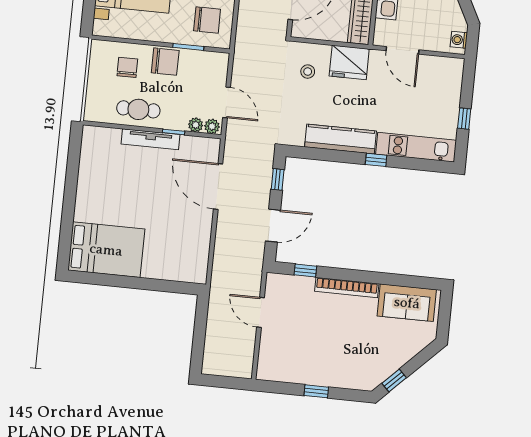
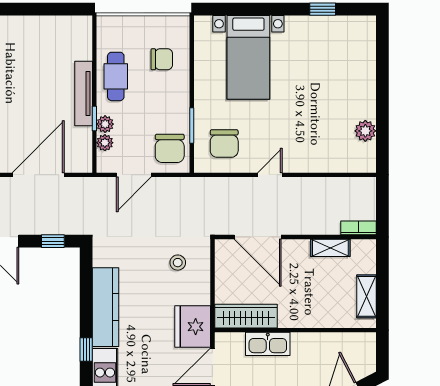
chair: (165, 62) -> (170, 148), moved
fridge: (349, 62) -> (193, 327), moved
plant: (212, 126) -> (105, 124), moved

